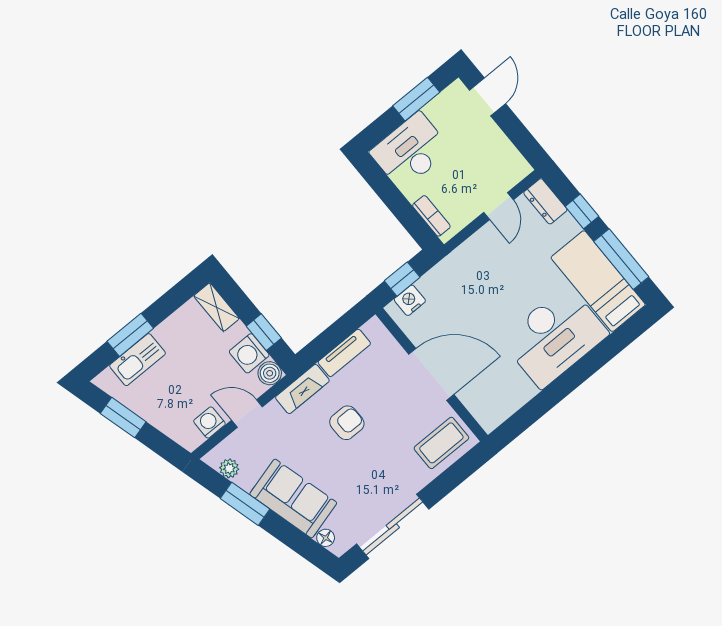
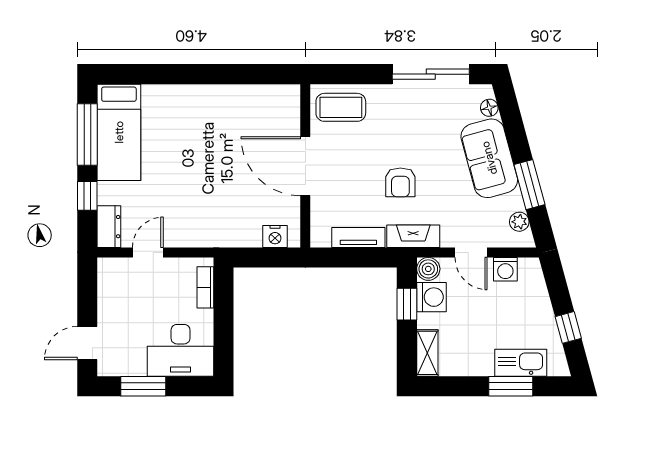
window: (402, 279) -> (268, 257), removed
desk: (554, 337) -> (187, 117), removed
window: (123, 418) -> (568, 327), width x0.67
armchair: (347, 423) -> (400, 182), turned -90

